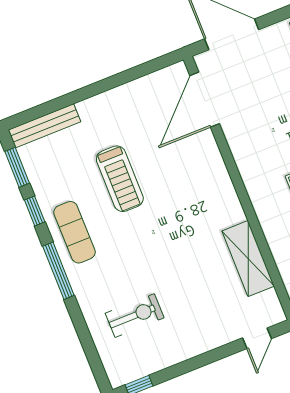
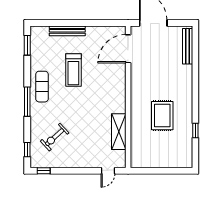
bench: (45, 126) -> (67, 31), moved
window: (35, 211) -> (27, 150), moved
exercise bike: (135, 315) -> (55, 137), turned 137

